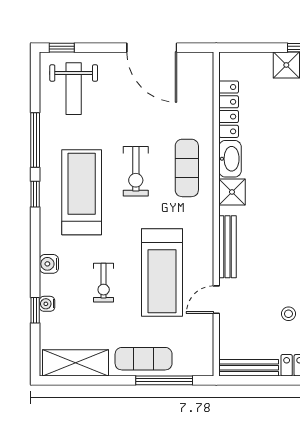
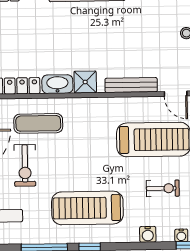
exercise mat: (187, 168) -> (38, 123), moved
exercise bike: (136, 171) -> (25, 165), moved, turned 90

